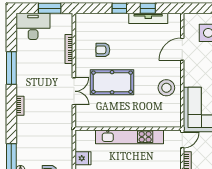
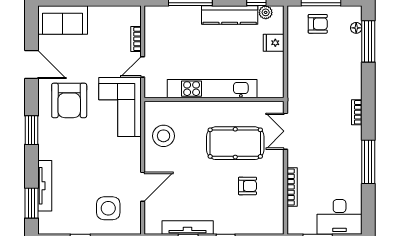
wall: (128, 129) -> (214, 99), moved
kitchen unit: (130, 137) -> (212, 89), moved

